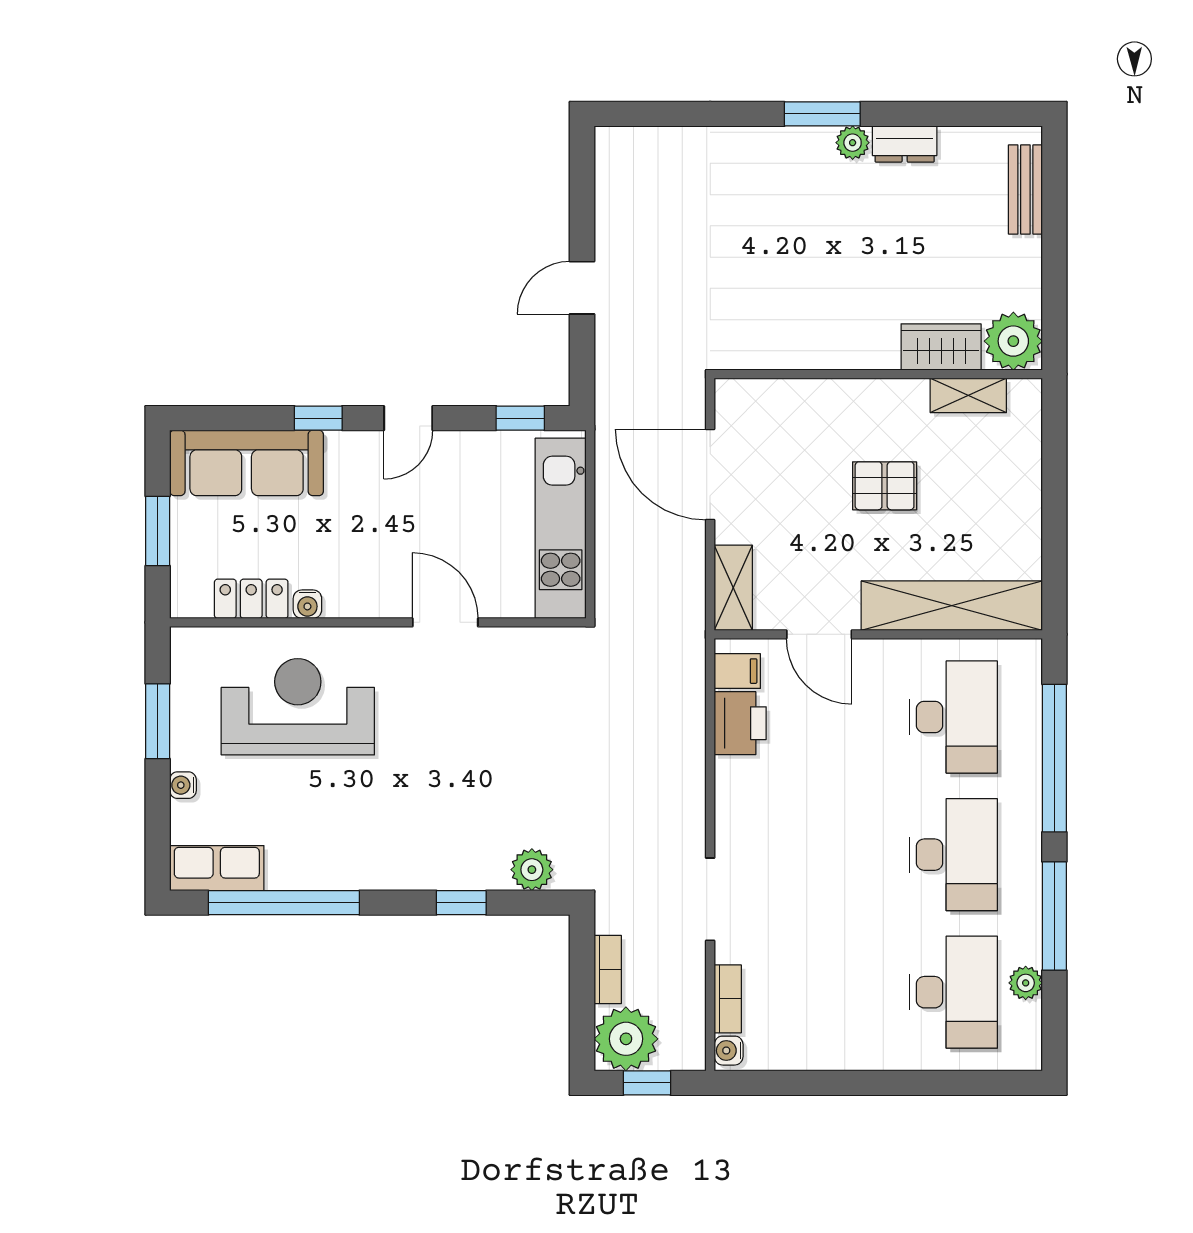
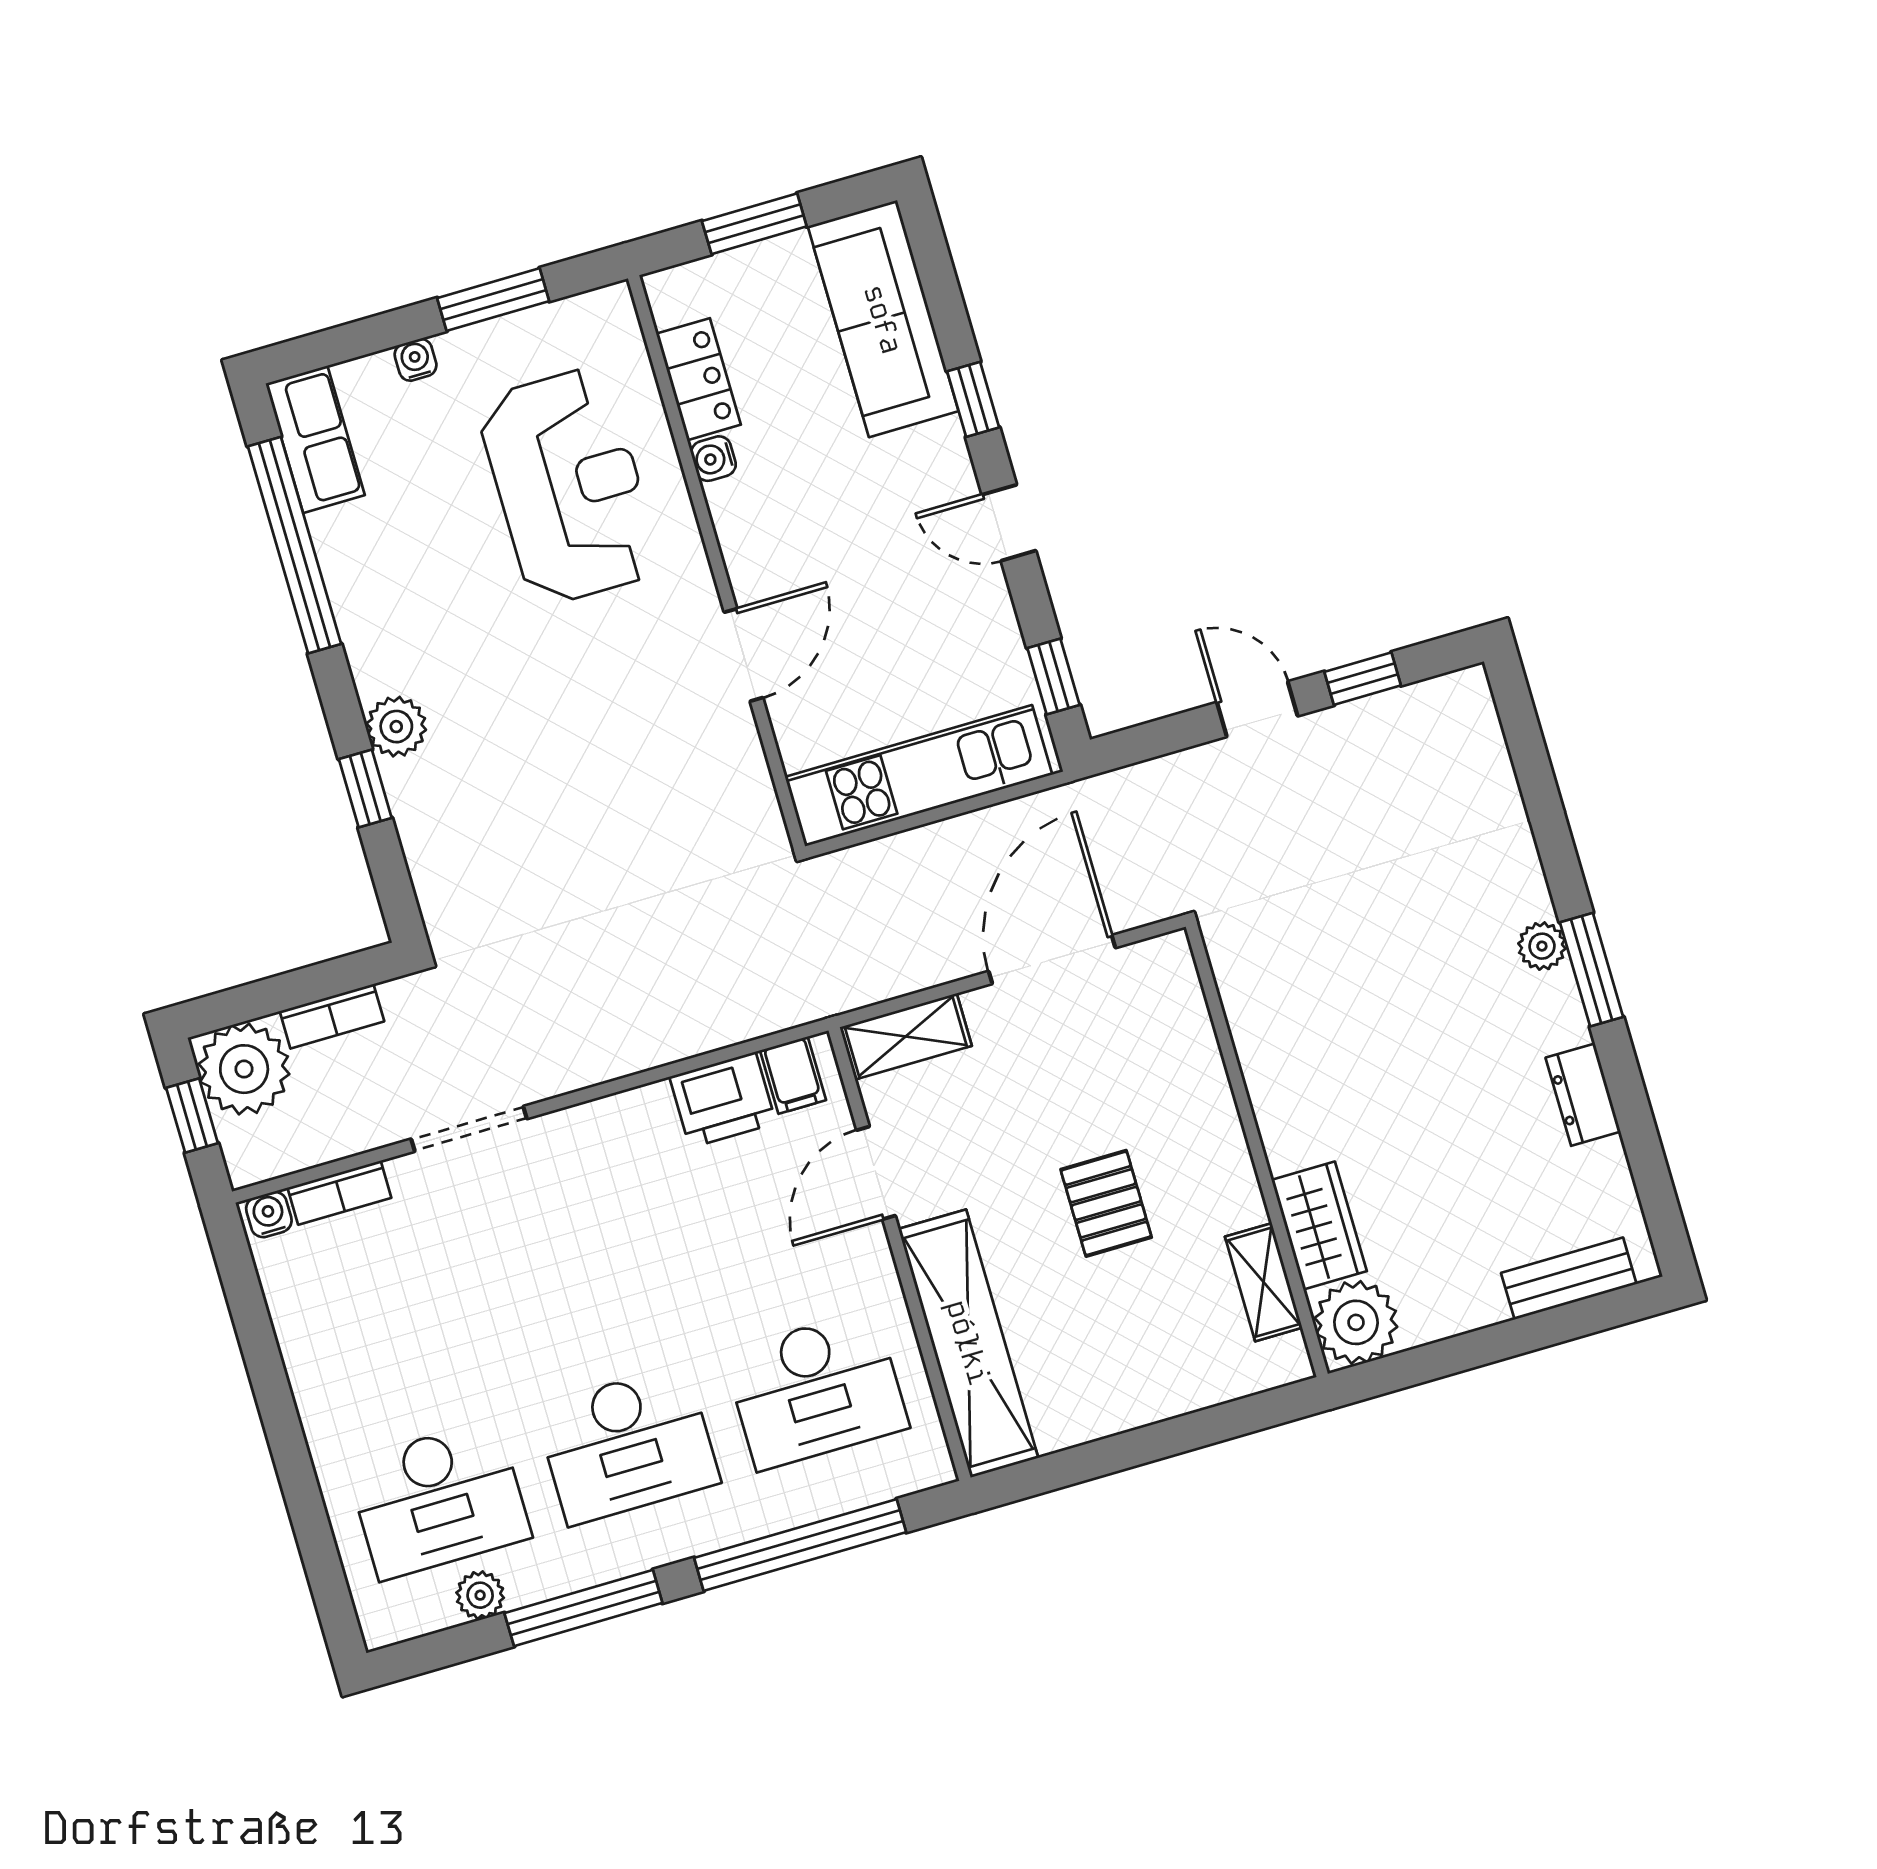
plant: (853, 143) -> (1542, 946), moved
window: (582, 211) -> (1363, 679), added
plant: (532, 870) -> (396, 727), moved

